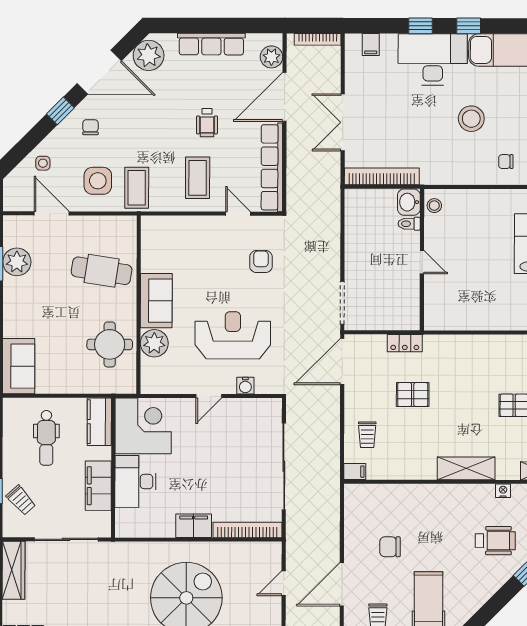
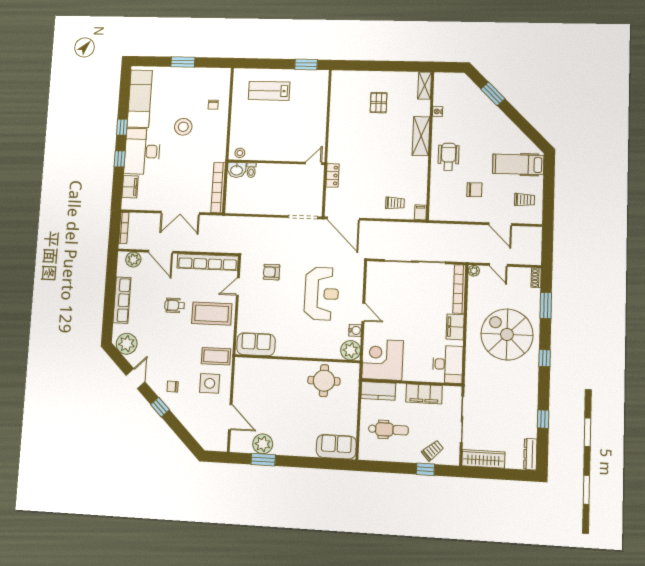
filing cabinet: (371, 45) -> (130, 187), width x2.00
door: (99, 72) -> (135, 379), width x0.53
door: (284, 97) -> (161, 252), width x0.73
wheelchair: (207, 123) -> (175, 305), turned 180
side table: (43, 163) -> (195, 422), removed
coffee table: (198, 178) -> (212, 314), width x1.36, depth x1.32
door: (52, 213) -> (230, 417), swing flipped
door: (422, 262) -> (314, 163), moved
cafe table: (102, 271) -> (272, 384), removed
sofa: (156, 301) -> (256, 344), moved
reception desk: (233, 335) -> (322, 294), turned 180
plant: (154, 343) -> (351, 350), moved
water cooler: (245, 386) -> (355, 330), moved
pallet: (413, 395) -> (368, 171), removed
desk: (135, 481) -> (448, 364), moved, turned -90
wheelchair: (495, 541) -> (448, 157), moved
chair: (390, 547) -> (474, 190), turned -90
plant: (274, 549) -> (474, 271), added
door: (342, 584) -> (500, 224), width x0.73

